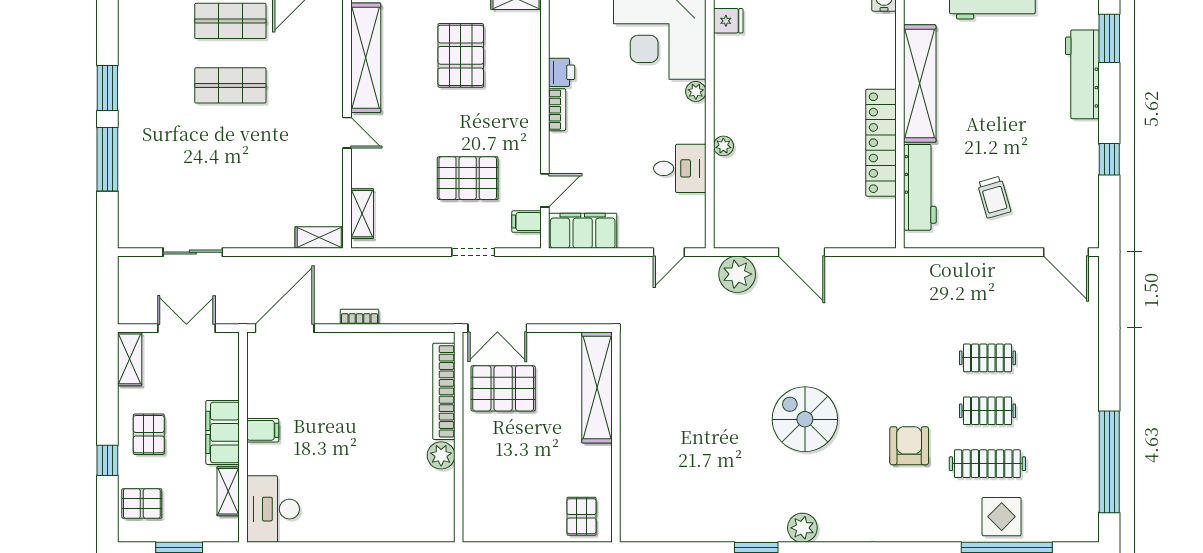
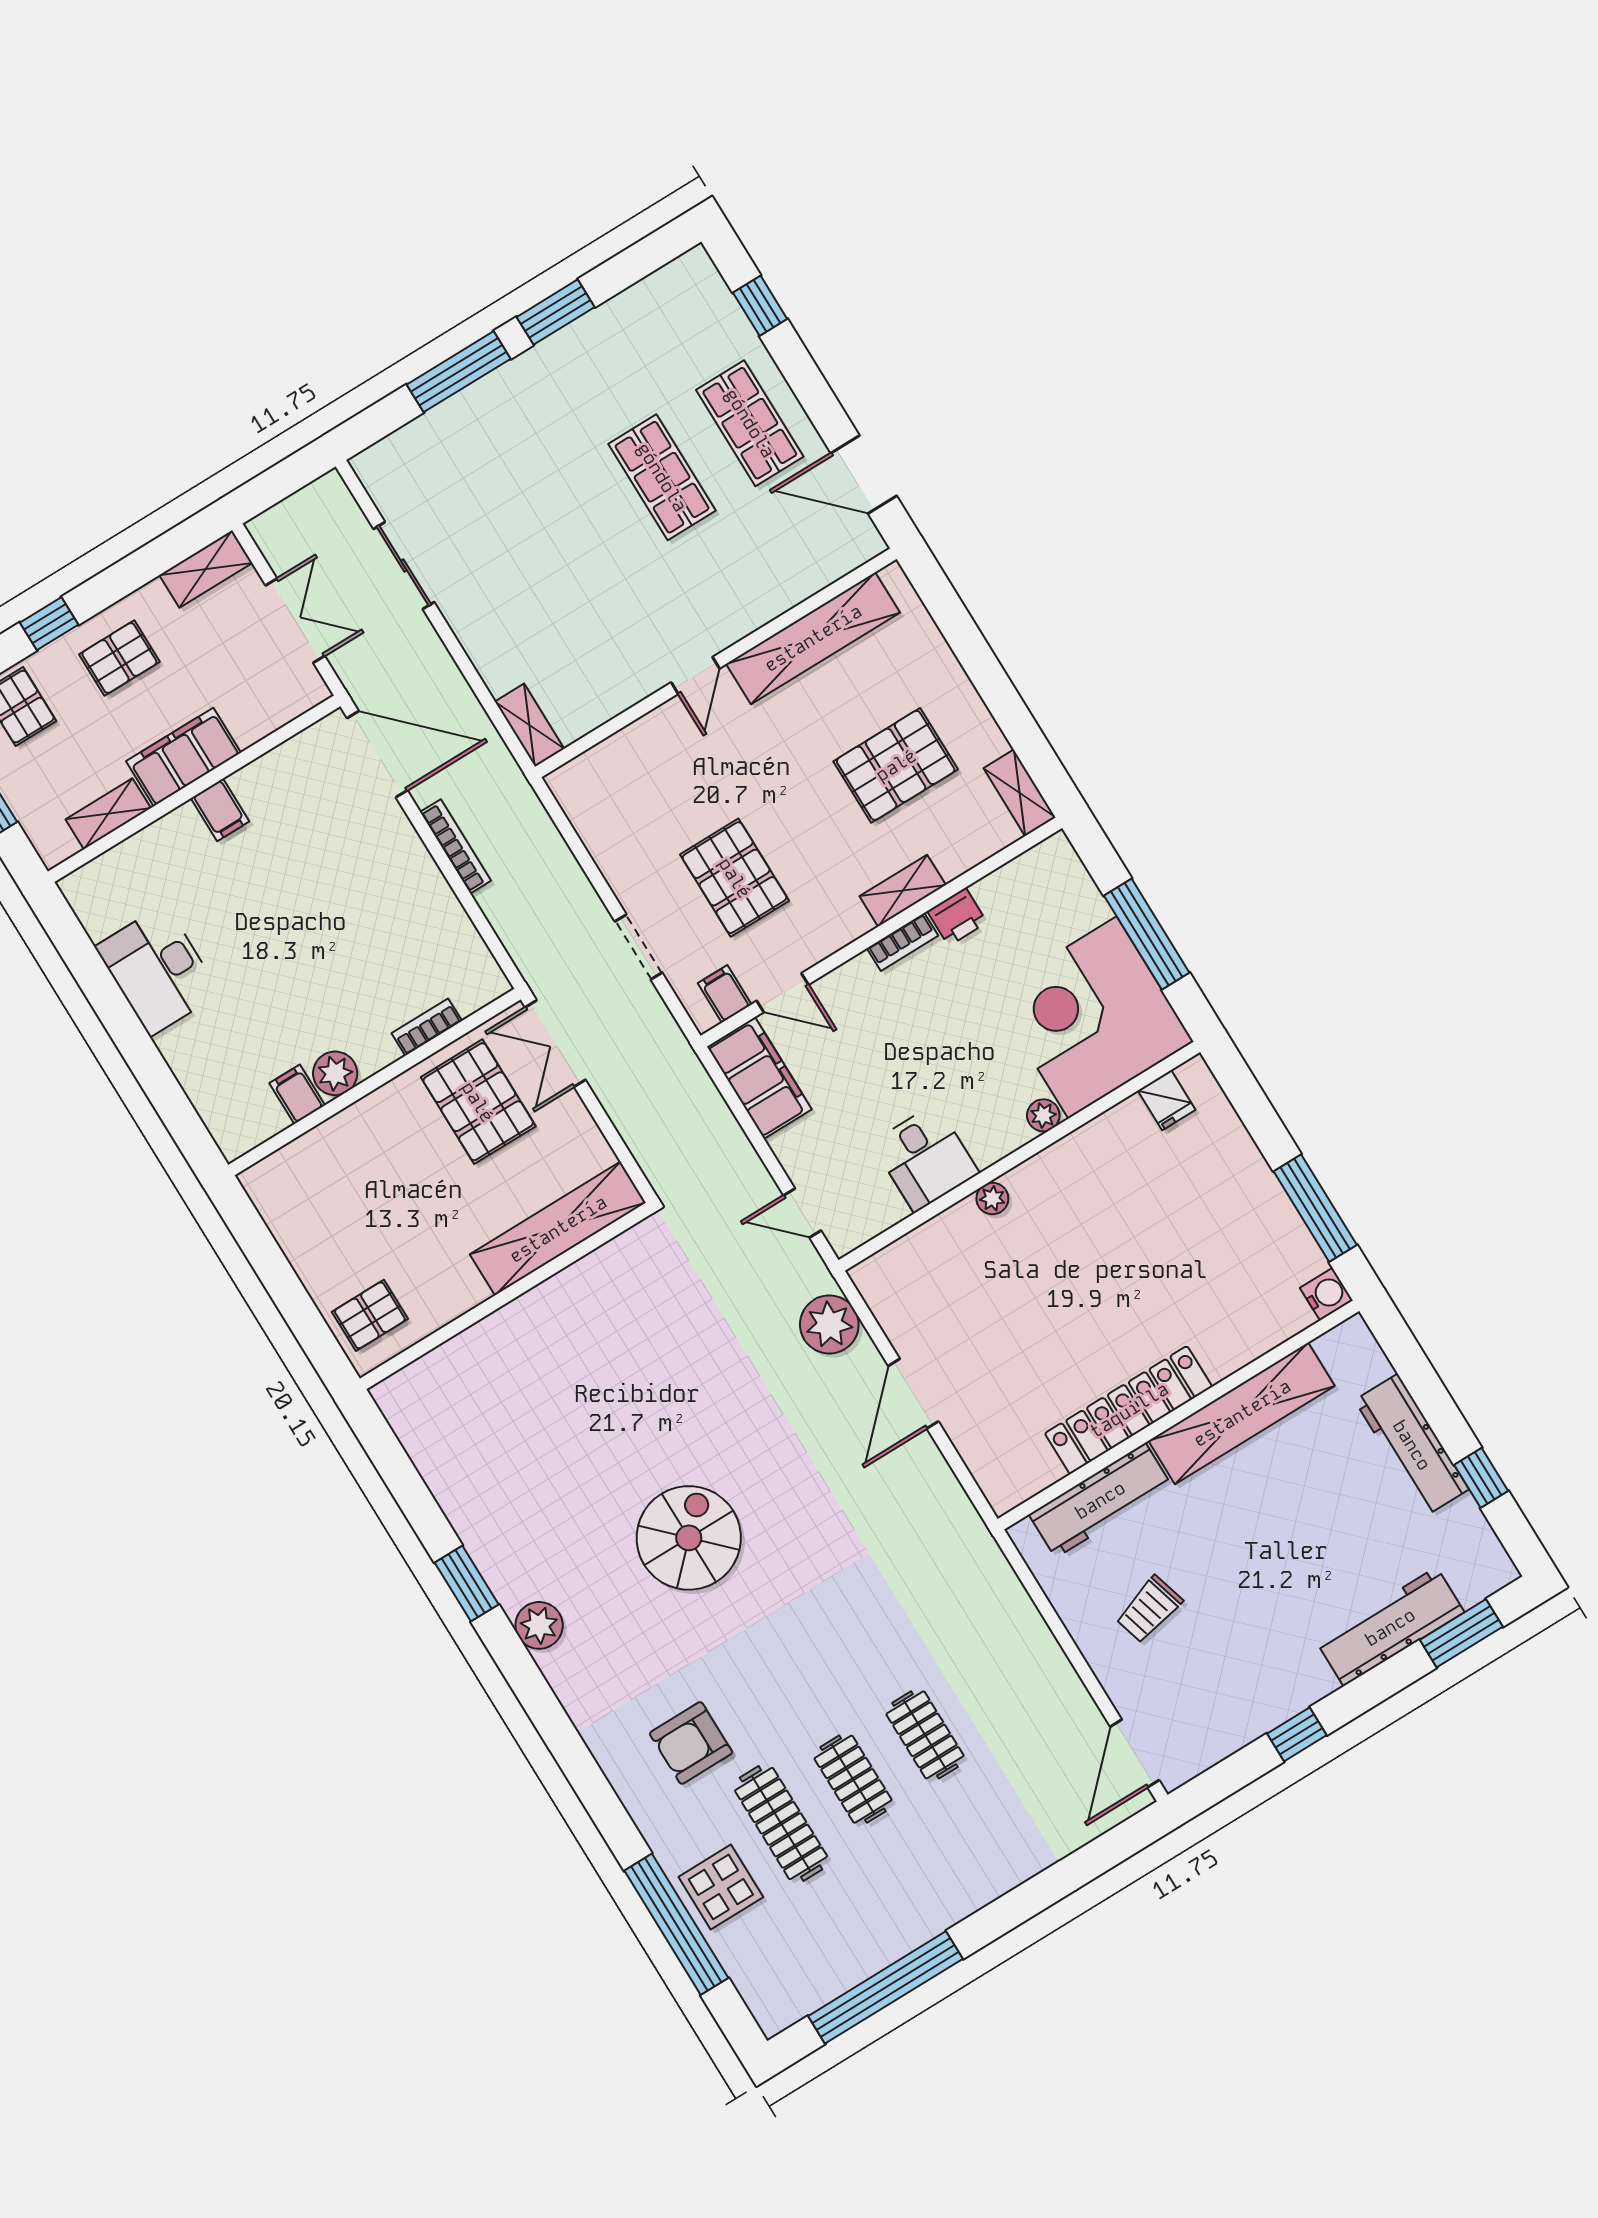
shelving: (362, 214) -> (903, 891), moved
bookcase: (360, 317) -> (456, 846), width x1.56
bookcase: (444, 391) -> (427, 1027), width x0.43, depth x0.76
armchair: (909, 446) -> (691, 1743), moved, turned 180
filing cabinet: (440, 482) -> (297, 1094), added
desk: (273, 509) -> (158, 970), moved, turned -90

